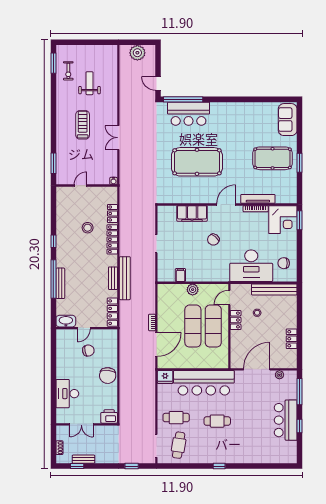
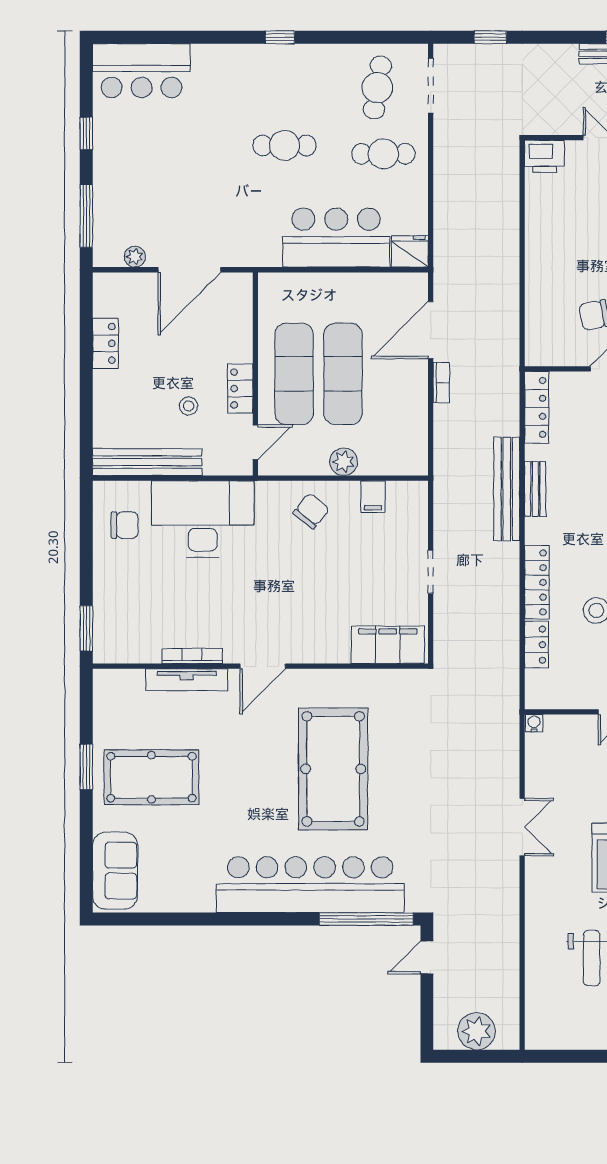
door: (158, 83) -> (427, 957), swing flipped
bar counter: (188, 114) -> (310, 885), width x1.86
pool table: (197, 162) -> (333, 769), turned 90
filing cabinet: (192, 213) -> (388, 645), moved
corner desk: (283, 220) -> (126, 630), removed
chair: (213, 240) -> (311, 511), moved
chair: (108, 376) -> (548, 255), removed
bar counter: (204, 383) -> (336, 238), width x0.73
bar counter: (286, 420) -> (142, 71), moved, turned 90

